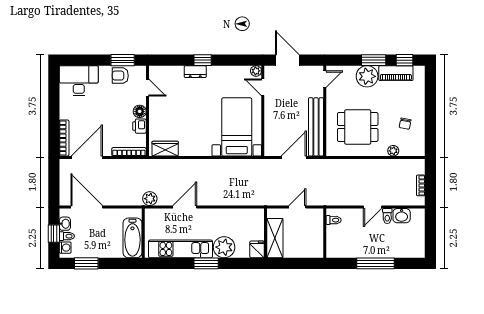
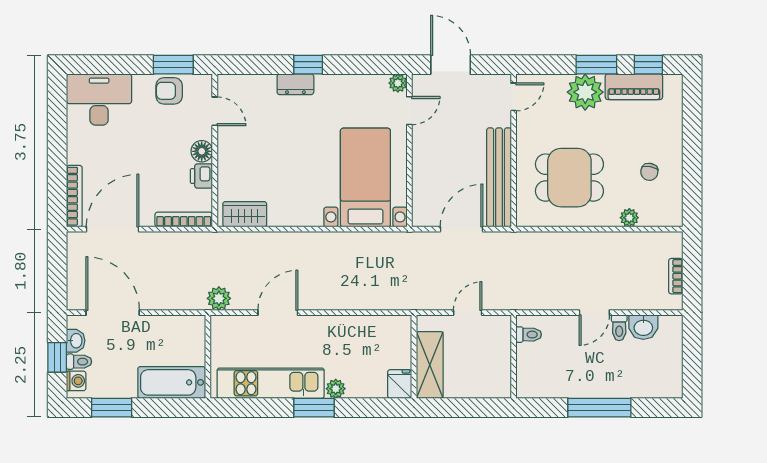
door: (263, 87) -> (409, 111), swing flipped
bathtub: (132, 238) -> (172, 382), moved, turned 90
plant: (224, 247) -> (336, 389), width x0.53, depth x0.53

